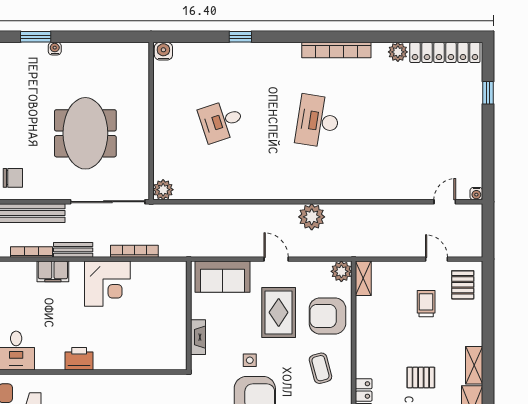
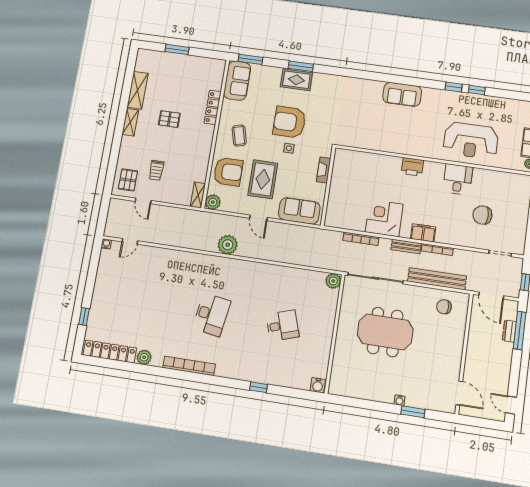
meeting table: (85, 133) -> (385, 332), turned 90

